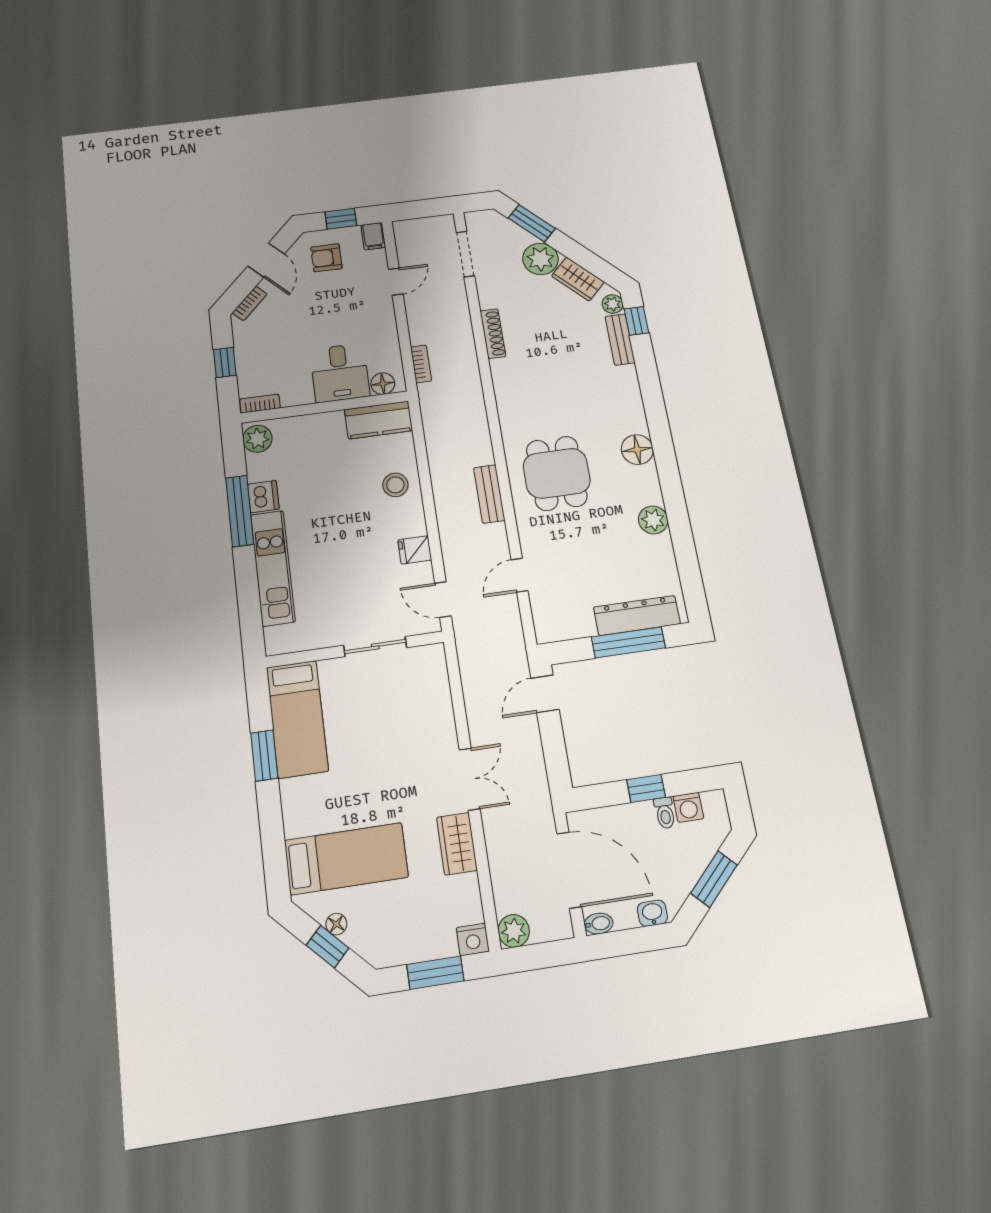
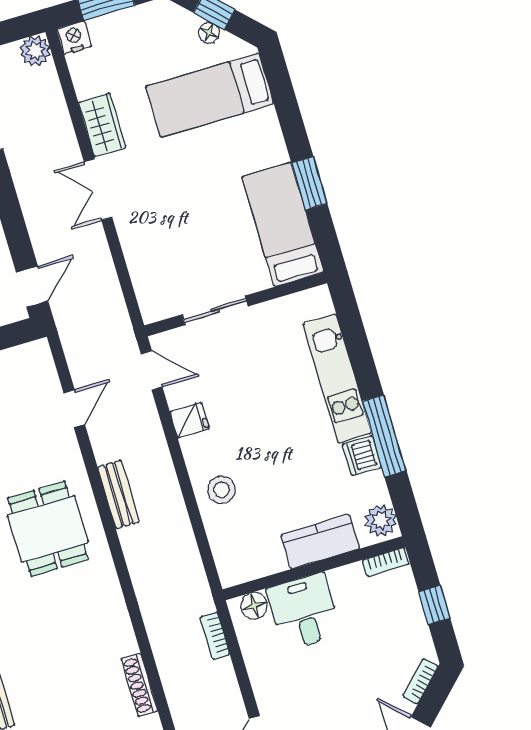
kitchen counter: (379, 420) -> (320, 542), moved

